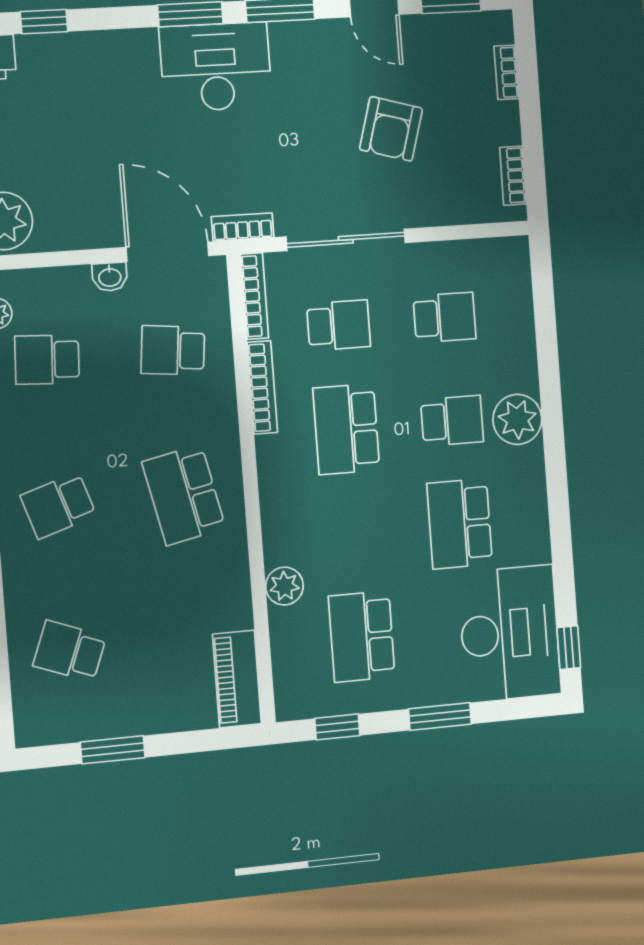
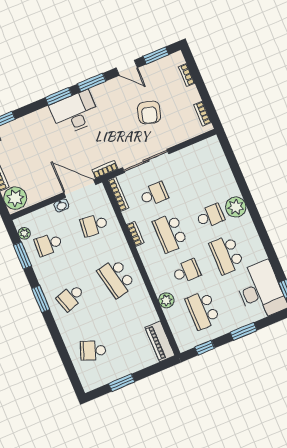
school desk: (445, 317) -> (186, 271), moved
bookcase: (262, 387) -> (135, 234), width x0.64

